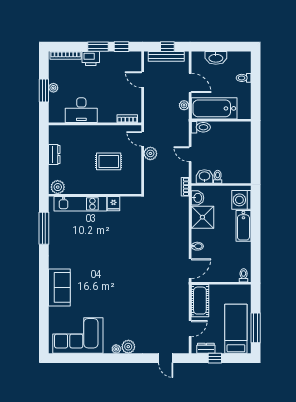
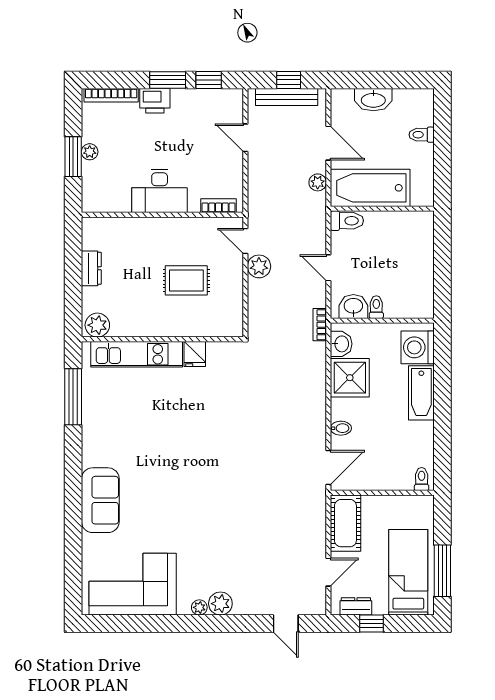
desk: (81, 110) -> (160, 191), moved

